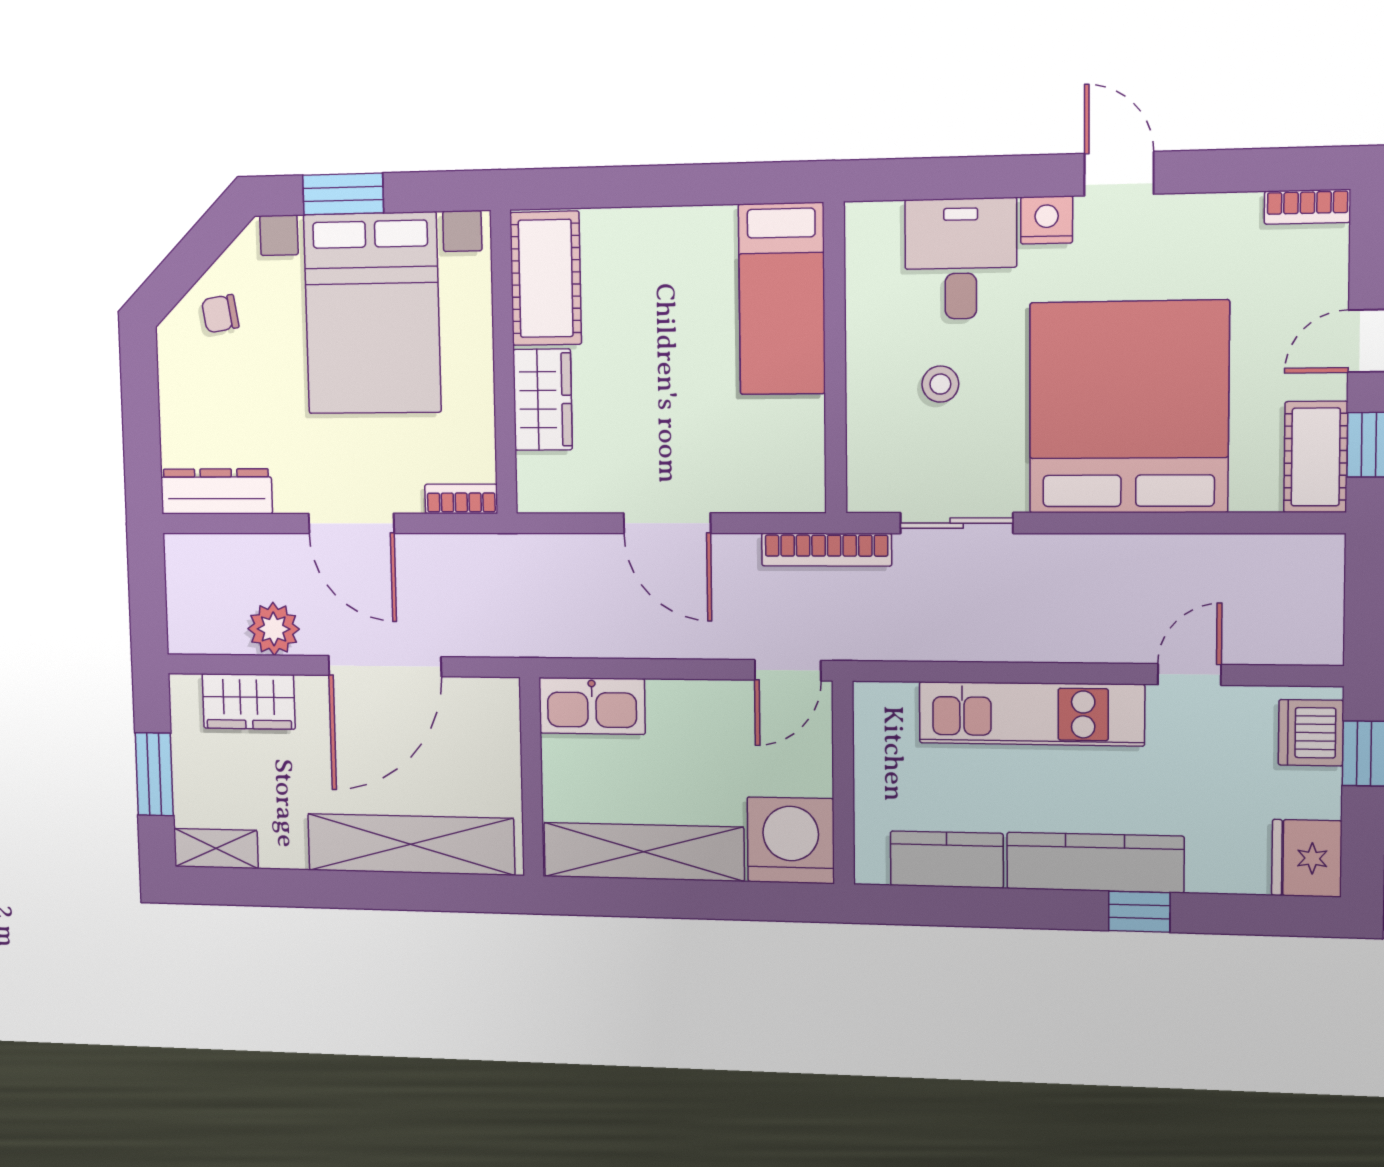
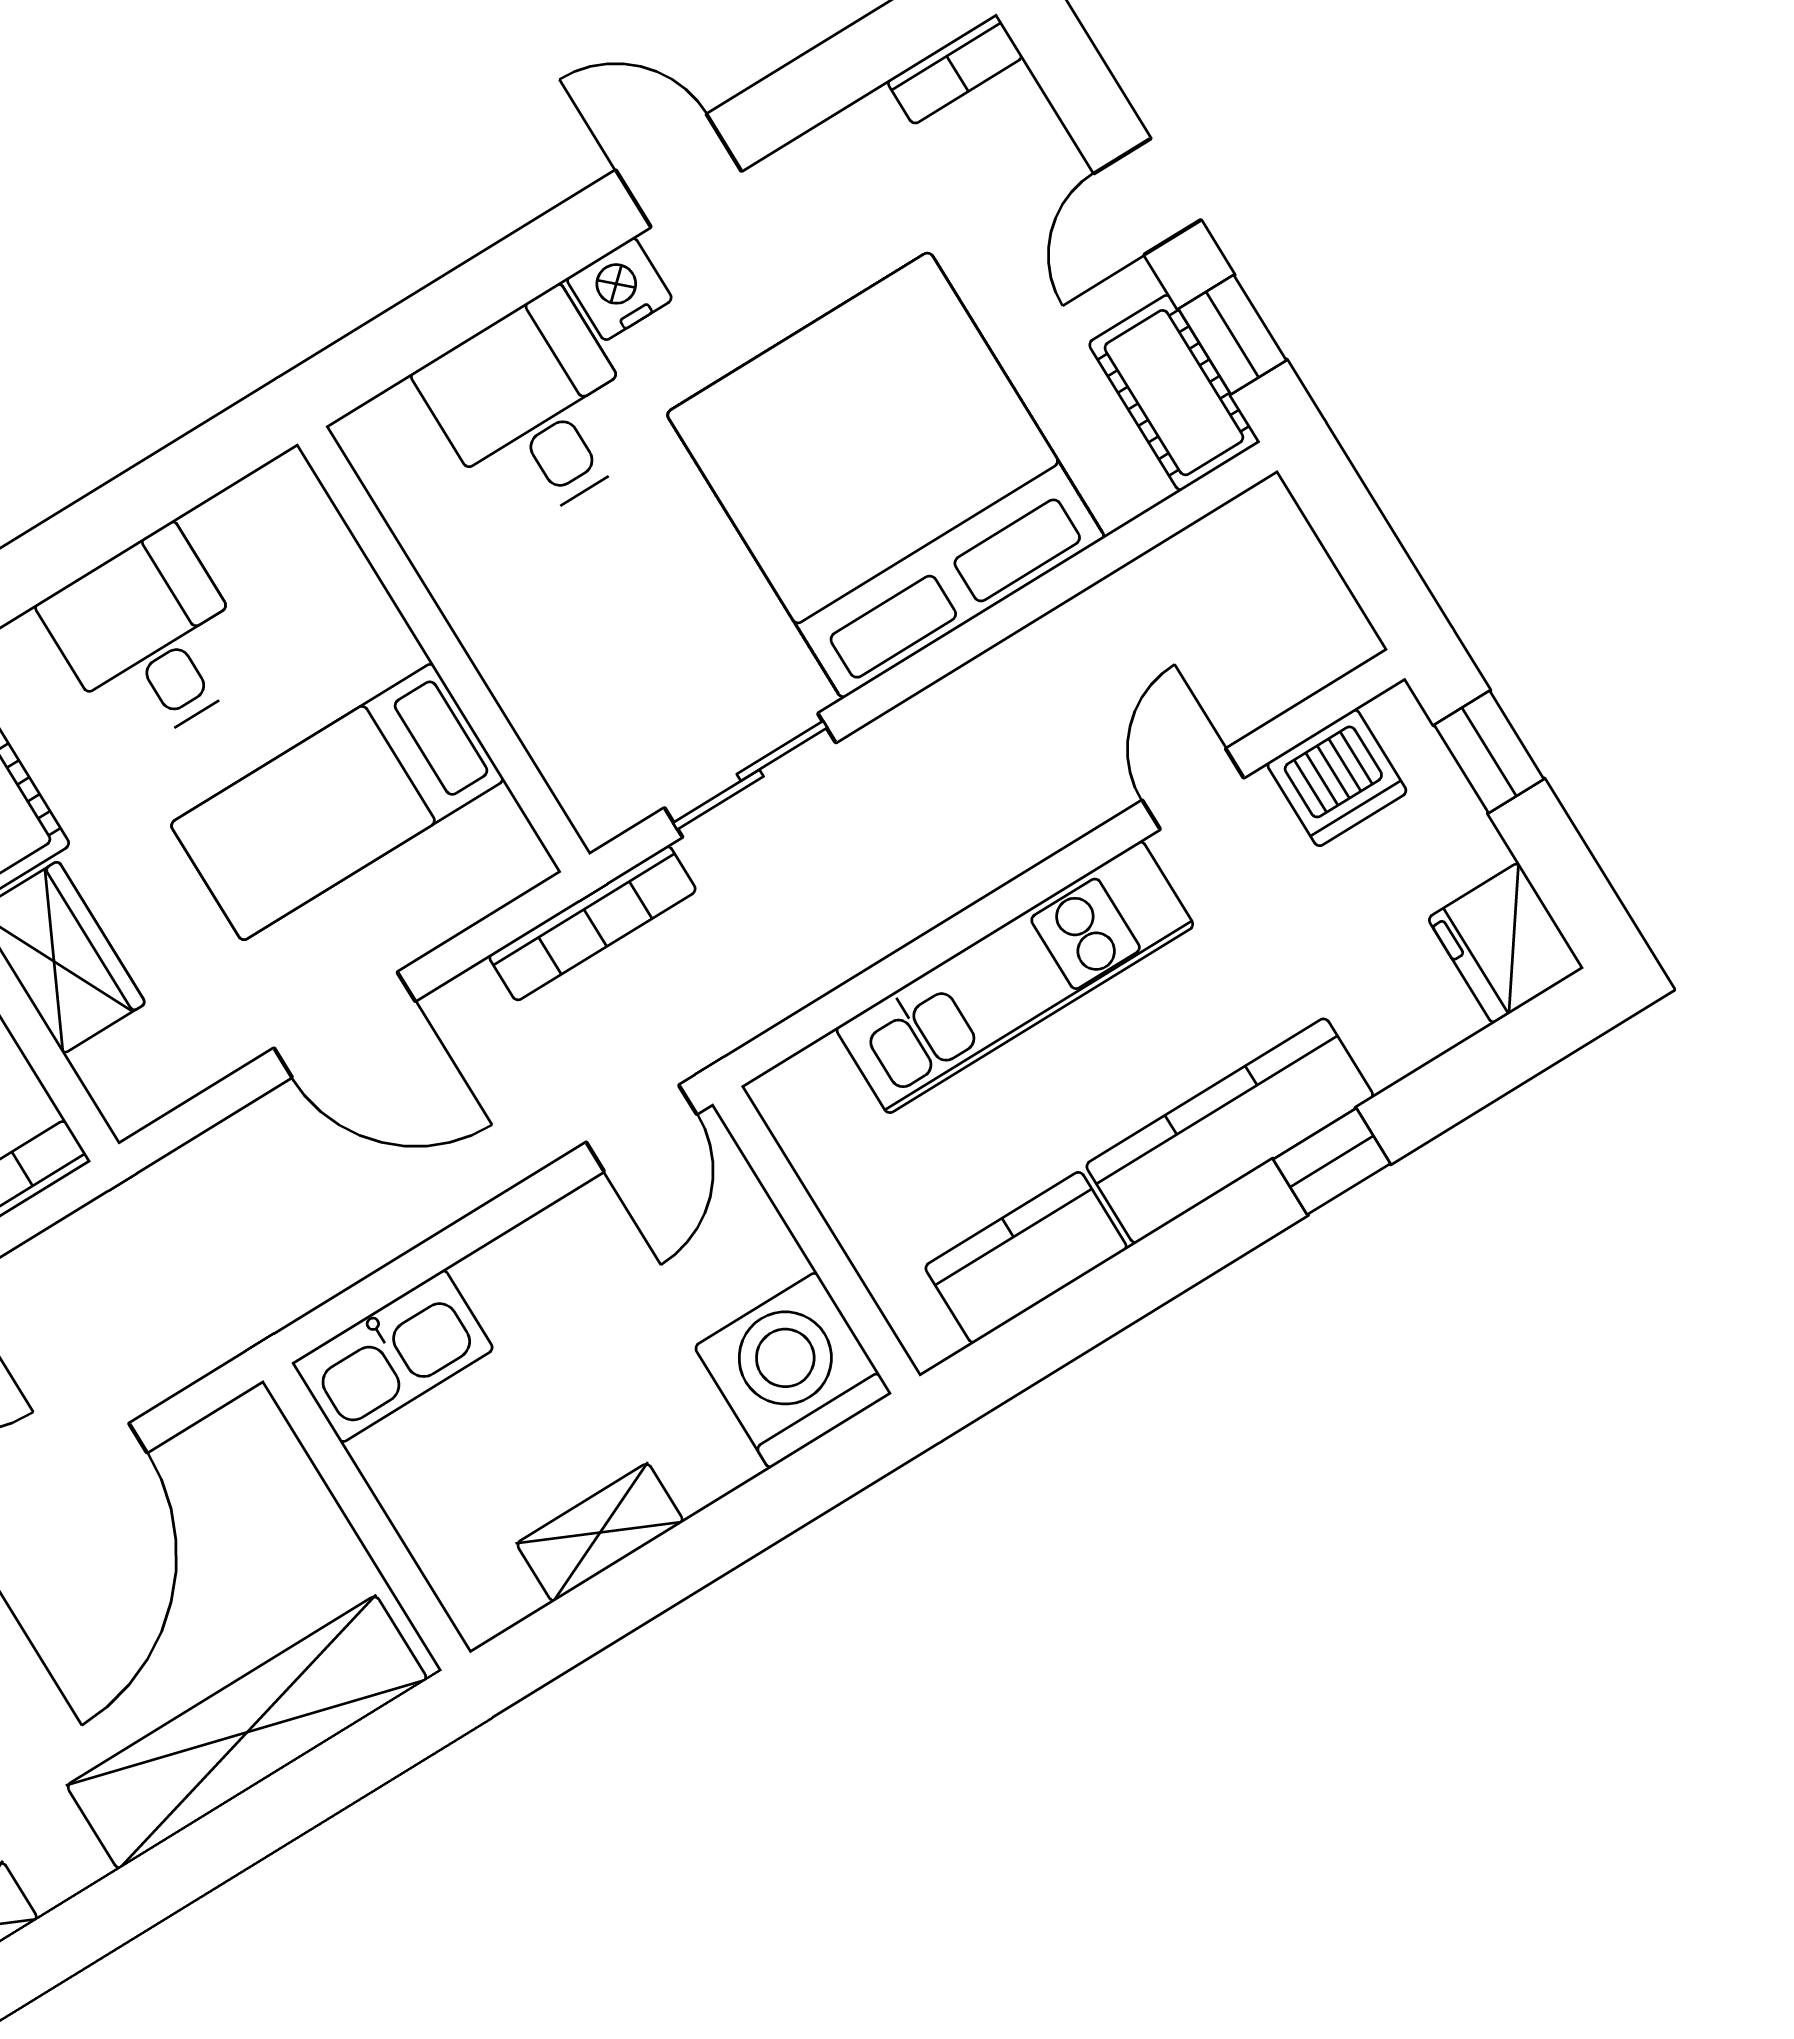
desk: (685, 260) -> (150, 638), added
bed: (782, 299) -> (337, 802), moved, turned 90
stool: (940, 384) -> (611, 597), removed
dishwasher: (1311, 733) -> (1337, 778), moved, turned -90
shelving: (644, 852) -> (600, 1532), width x0.45, depth x0.75

